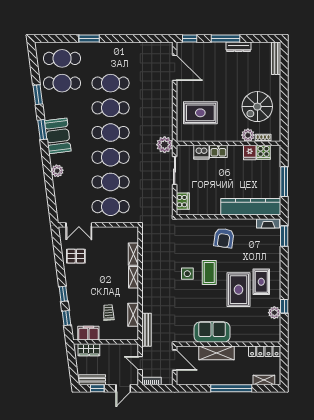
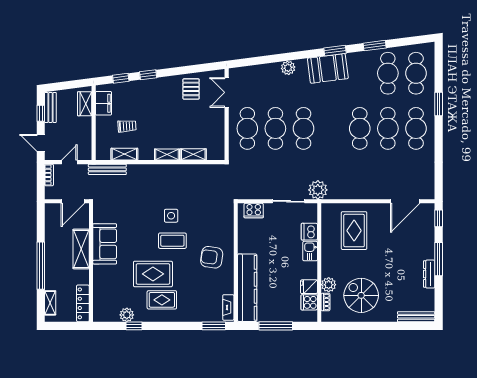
cafe table: (111, 133) -> (416, 128), moved

